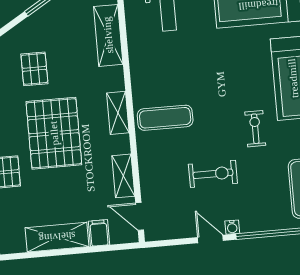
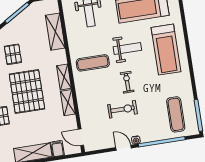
weight bench: (228, 72) -> (127, 49), added
exercise mat: (165, 118) -> (93, 63), moved
exercise bike: (255, 129) -> (127, 82), moved
shelving: (123, 176) -> (68, 103), moved

